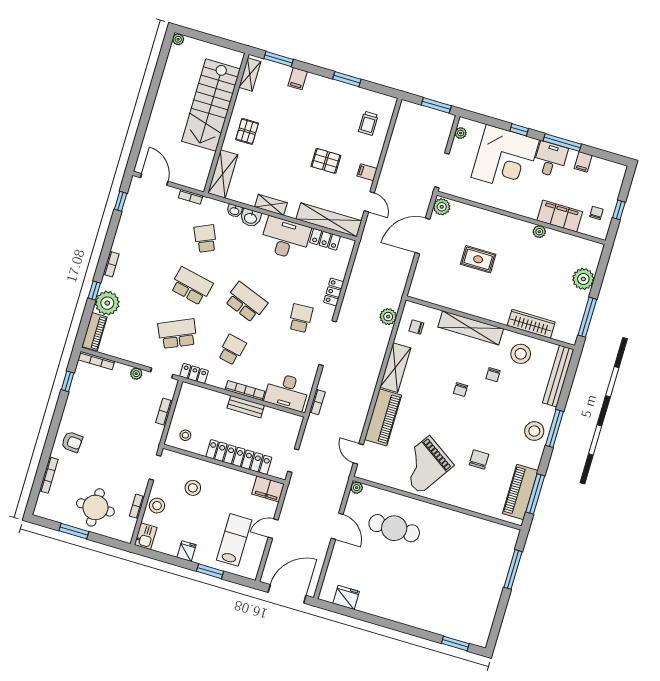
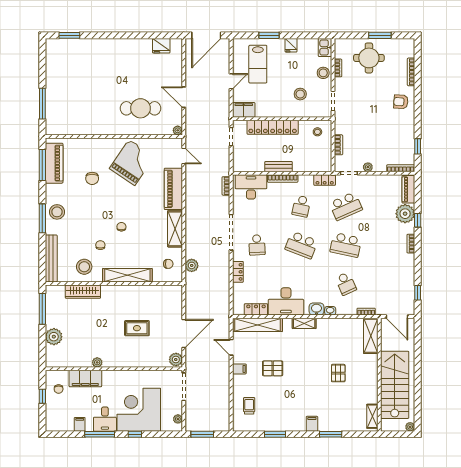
shelving: (250, 74) -> (372, 416), moved
stairs: (211, 105) -> (395, 385), moved
wall: (226, 123) -> (379, 375), moved
shelving: (223, 174) -> (371, 336), moved

